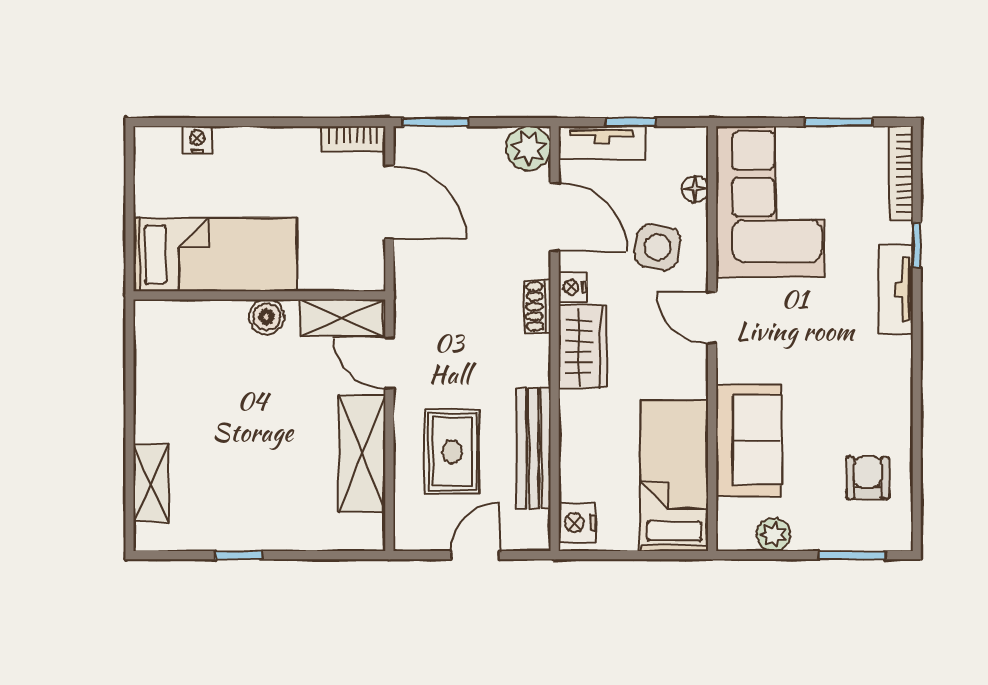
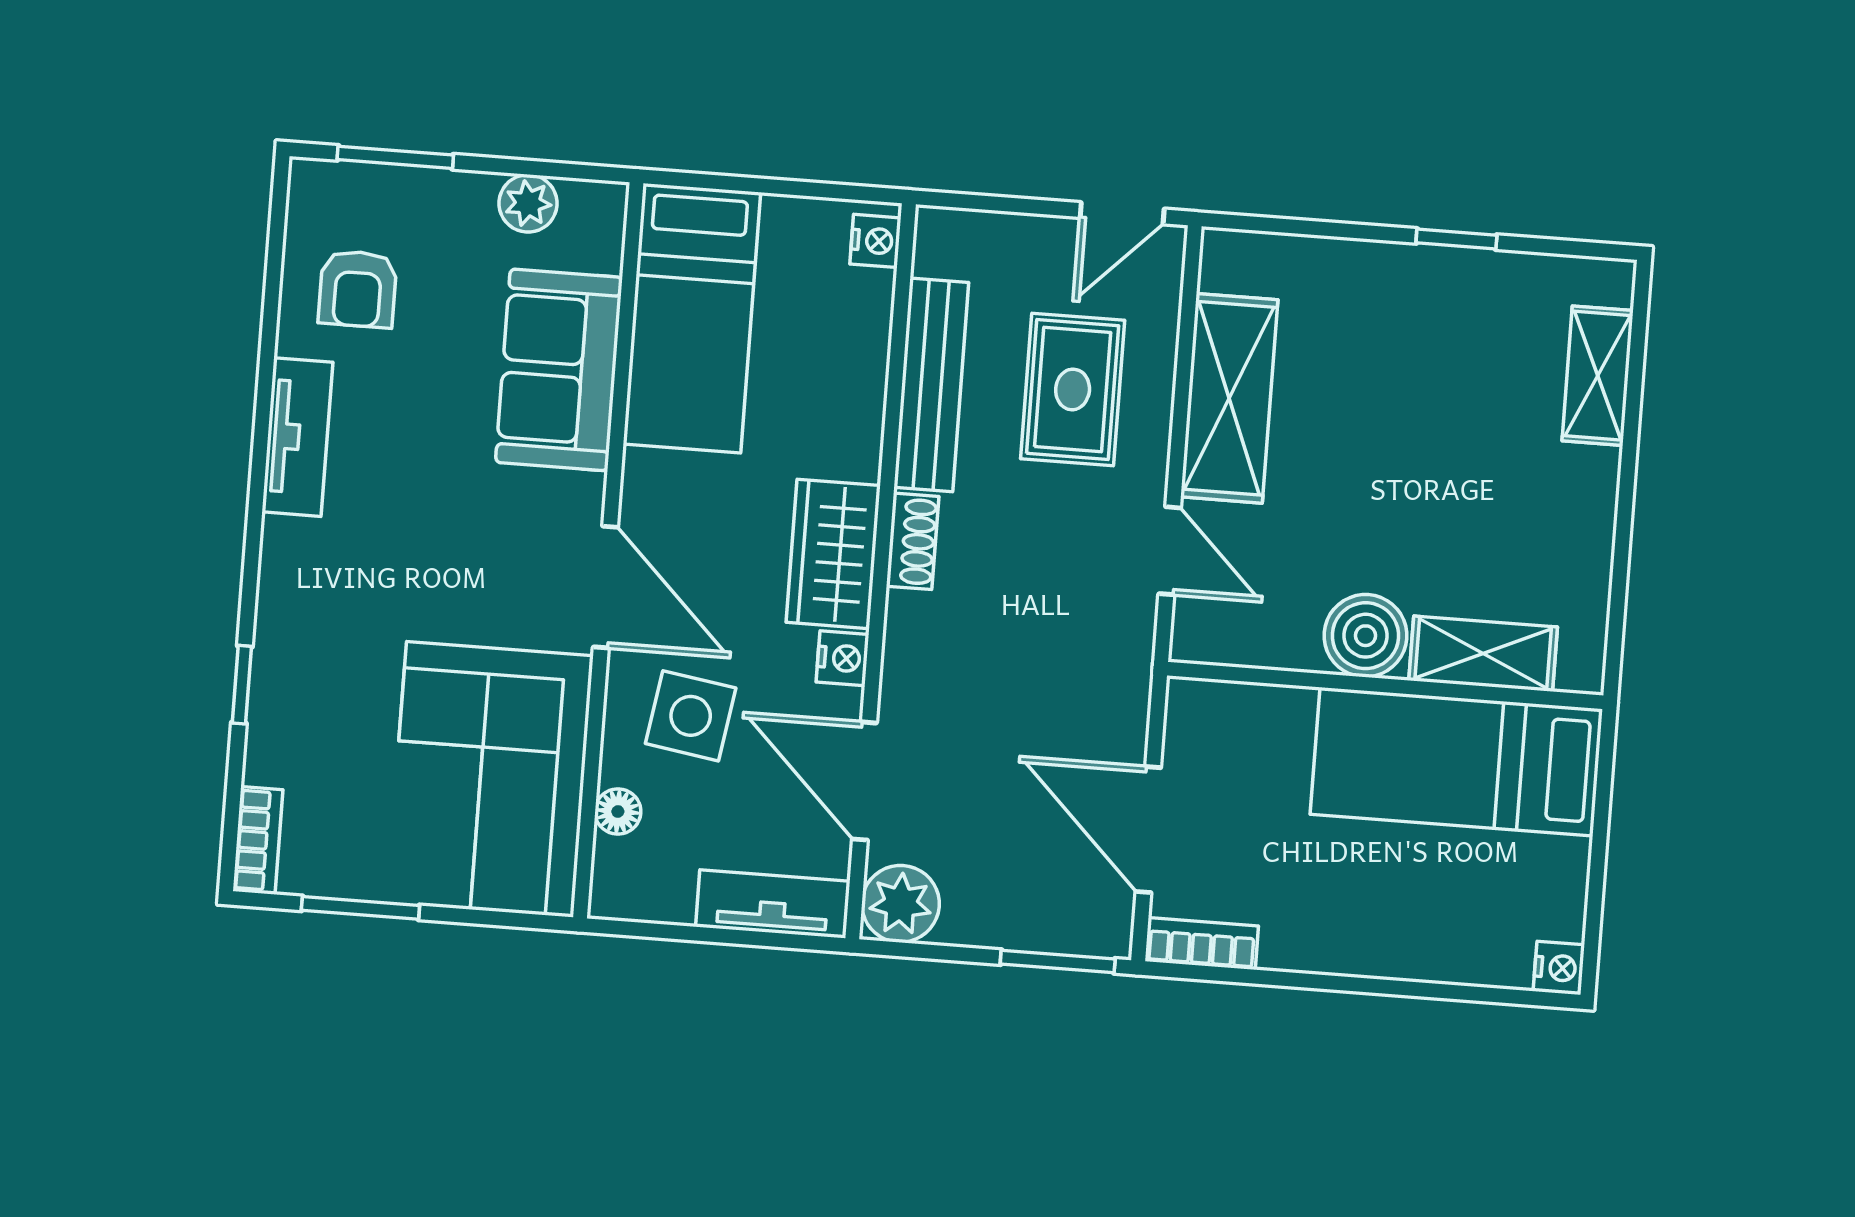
window: (631, 122) -> (721, 936), removed
nightstand: (197, 140) -> (1559, 968), moved, turned -90
bookcase: (901, 173) -> (258, 840), width x0.64
tv unit: (896, 289) -> (297, 437), moved
shoe rack: (538, 306) -> (912, 541), moved
boiler: (267, 317) -> (1365, 636), width x1.36, depth x1.36
door: (712, 317) -> (605, 587), width x1.38
shelving: (341, 318) -> (1483, 654), moved
nightstand: (577, 523) -> (875, 241), width x0.72, depth x0.74
door: (475, 555) -> (1122, 213), moved

